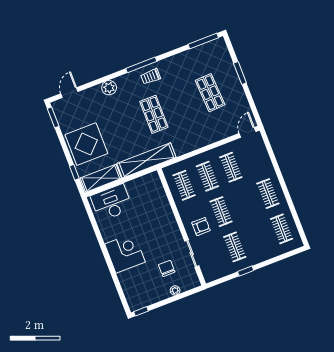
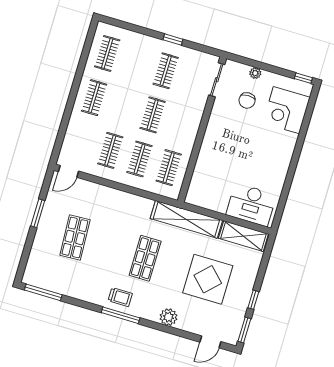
window: (240, 73) -> (38, 213), moved
display table: (86, 144) -> (208, 279), moved
window: (74, 172) -> (253, 300), moved
armchair: (201, 227) -> (183, 115), removed
corner desk: (125, 253) -> (286, 110), moved
sliding door: (192, 253) -> (217, 80), moved

